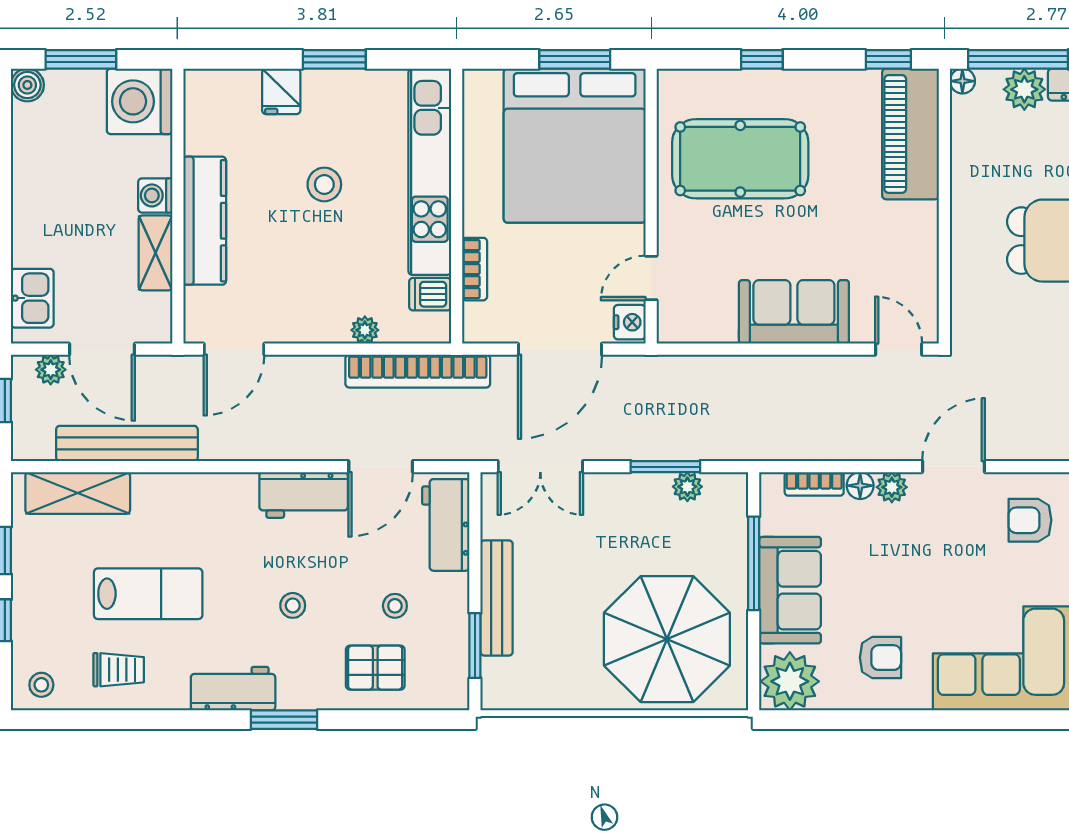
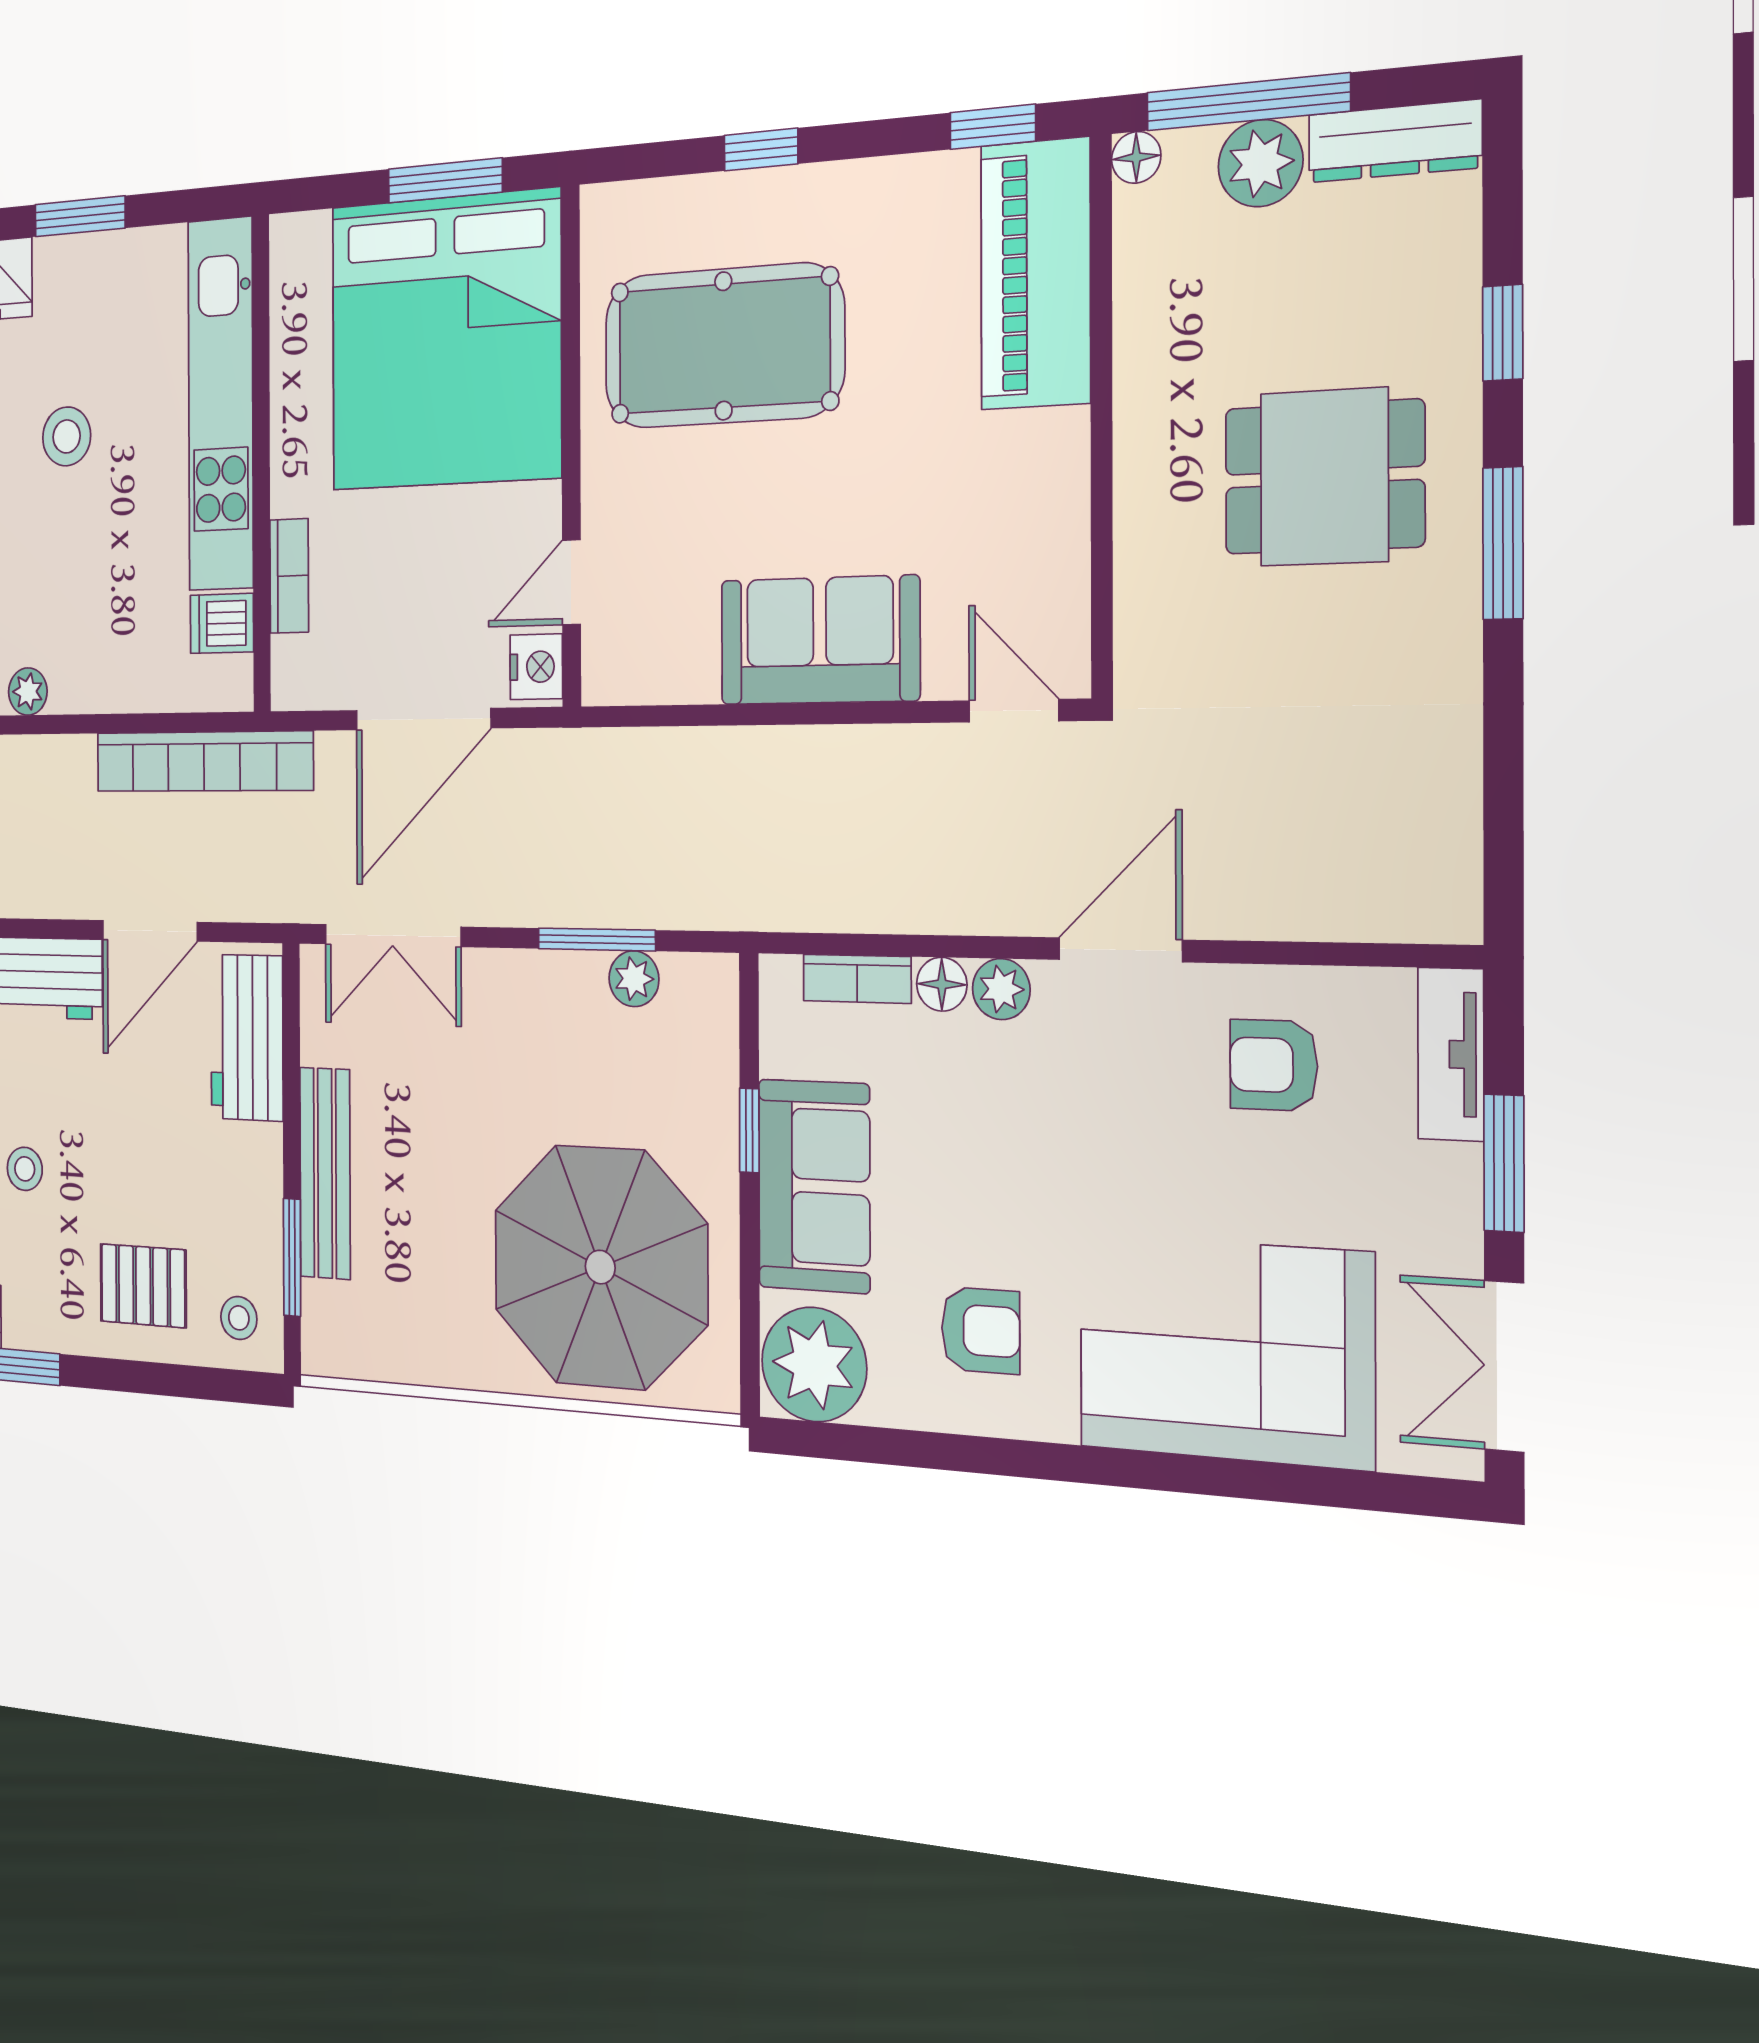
plant: (365, 330) -> (28, 692), moved
window: (754, 563) -> (749, 1130), width x0.46
stool: (395, 606) -> (239, 1318), moved

